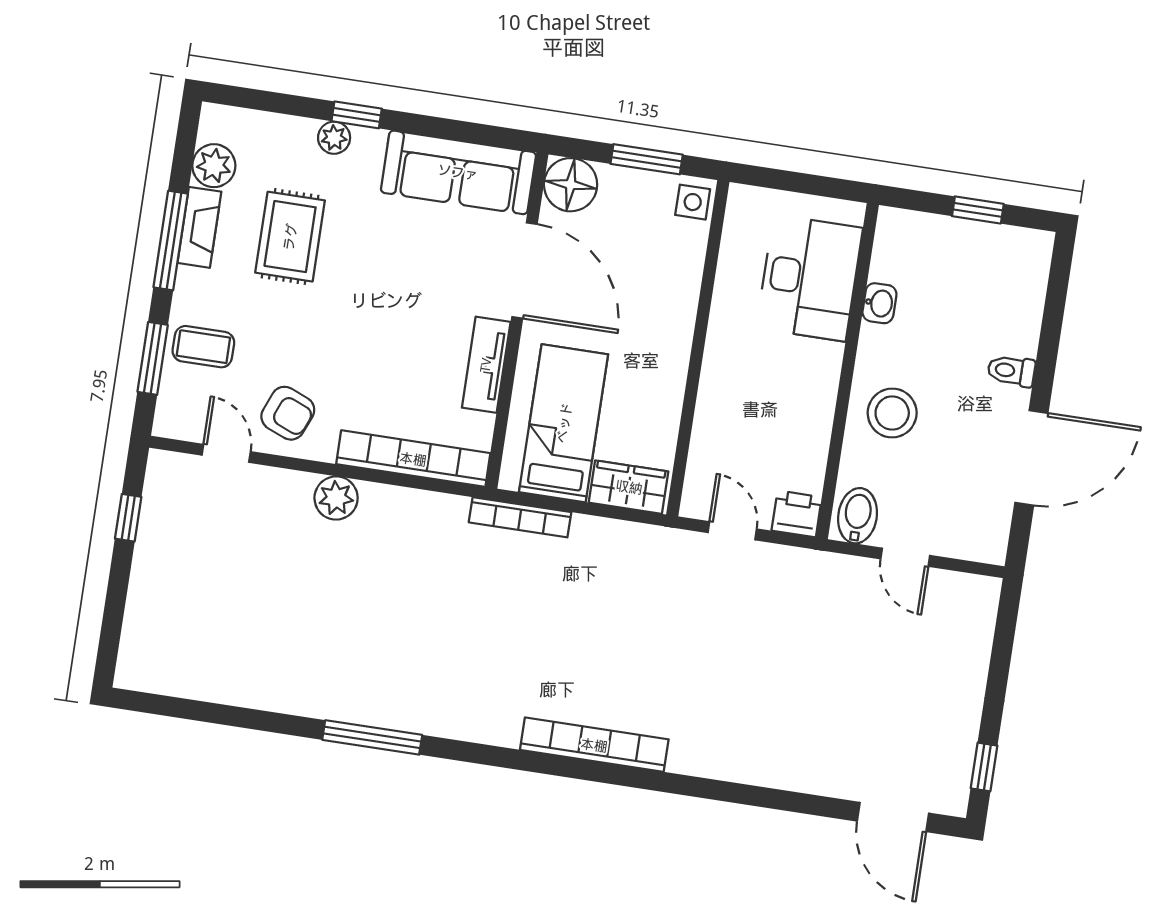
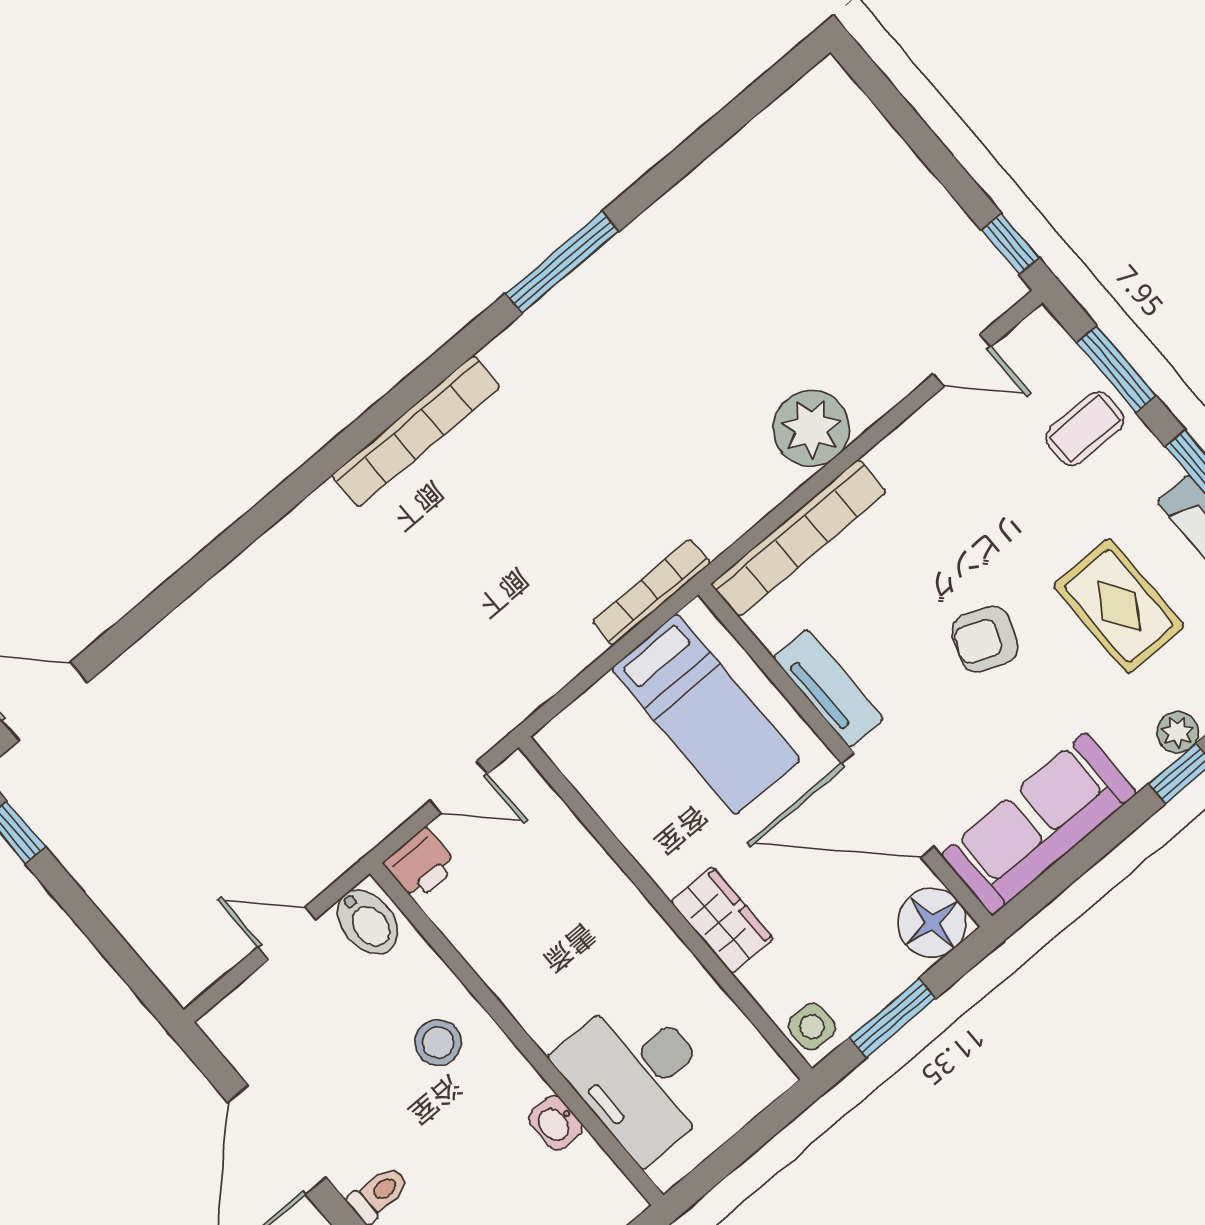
armchair: (288, 413) -> (985, 639), moved
stool: (892, 413) -> (438, 1042), width x0.73, depth x0.73
wardrobe: (629, 487) -> (722, 920), moved, turned -90
plant: (336, 498) -> (811, 428), width x1.36, depth x1.36
window: (128, 518) -> (1010, 244), moved
bookcase: (594, 745) -> (416, 431), moved

